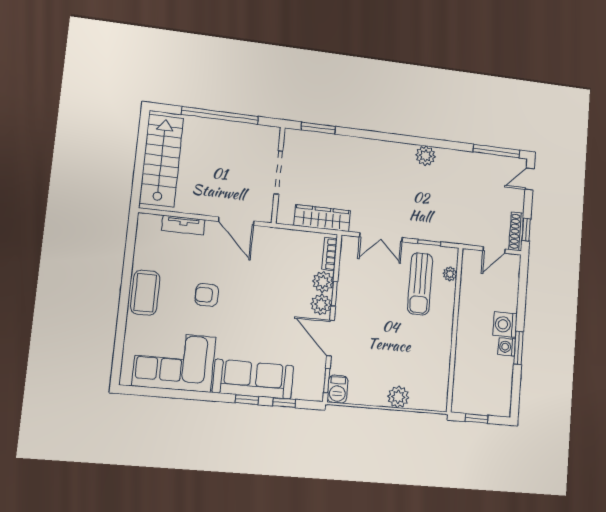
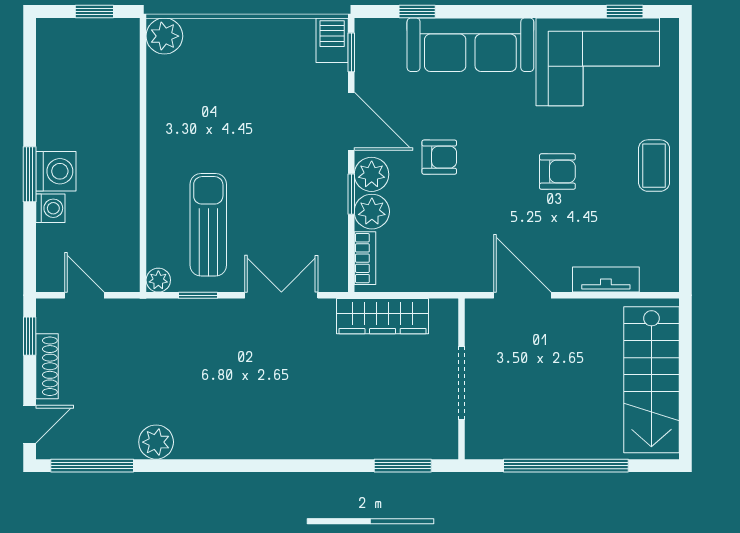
plant: (426, 156) -> (156, 442), moved
shoe rack: (516, 231) -> (47, 366), moved
door: (494, 250) -> (84, 295), hinge flipped
plant: (450, 274) -> (158, 280), moved
coffee table: (145, 293) -> (654, 166), width x0.73, depth x0.77
armchair: (279, 311) -> (439, 157), added
washing machine: (507, 347) -> (50, 208), moved
window: (519, 348) -> (30, 174), moved
plant: (398, 397) -> (164, 36), moved
window: (247, 400) -> (625, 12), moved

